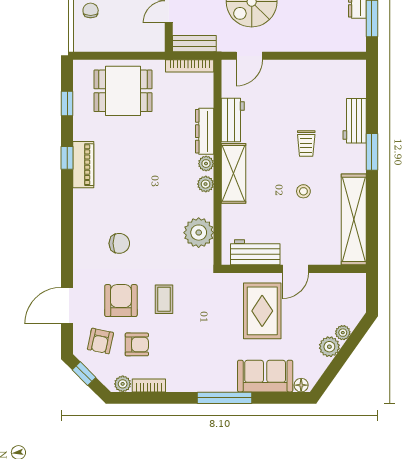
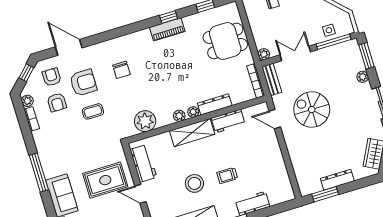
plant: (157, 44) -> (264, 54), added
dining table: (123, 91) -> (225, 41), turned 90
stool: (303, 191) -> (194, 183), width x1.89, depth x1.89
armchair: (100, 341) -> (52, 77), turned 78

